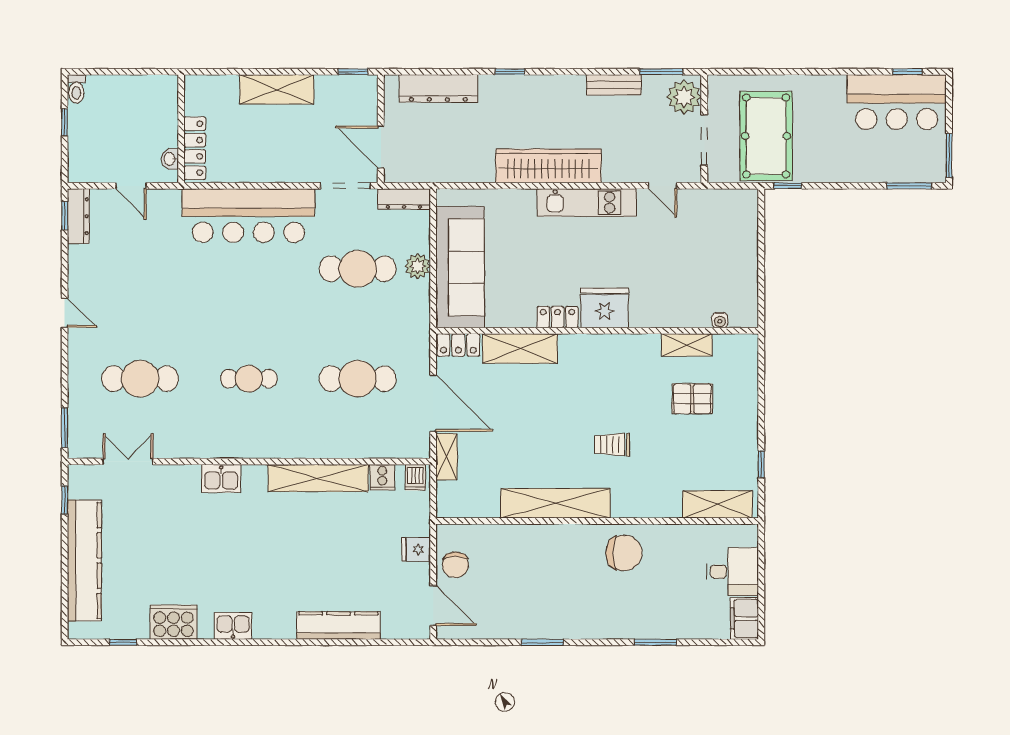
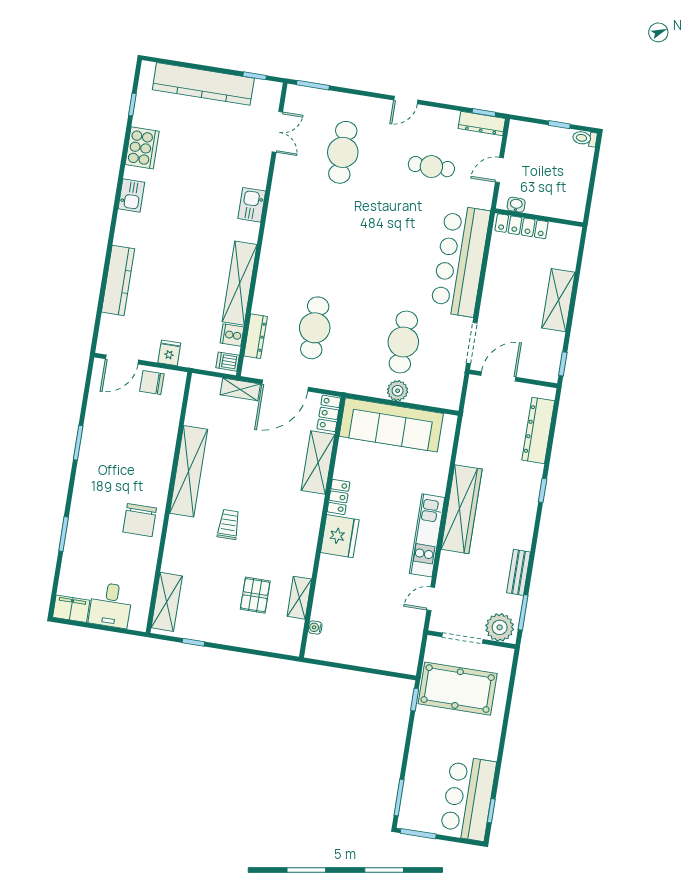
dresser: (404, 199) -> (256, 336), moved, turned 180
cafe table: (249, 379) -> (431, 167), moved, turned 90

